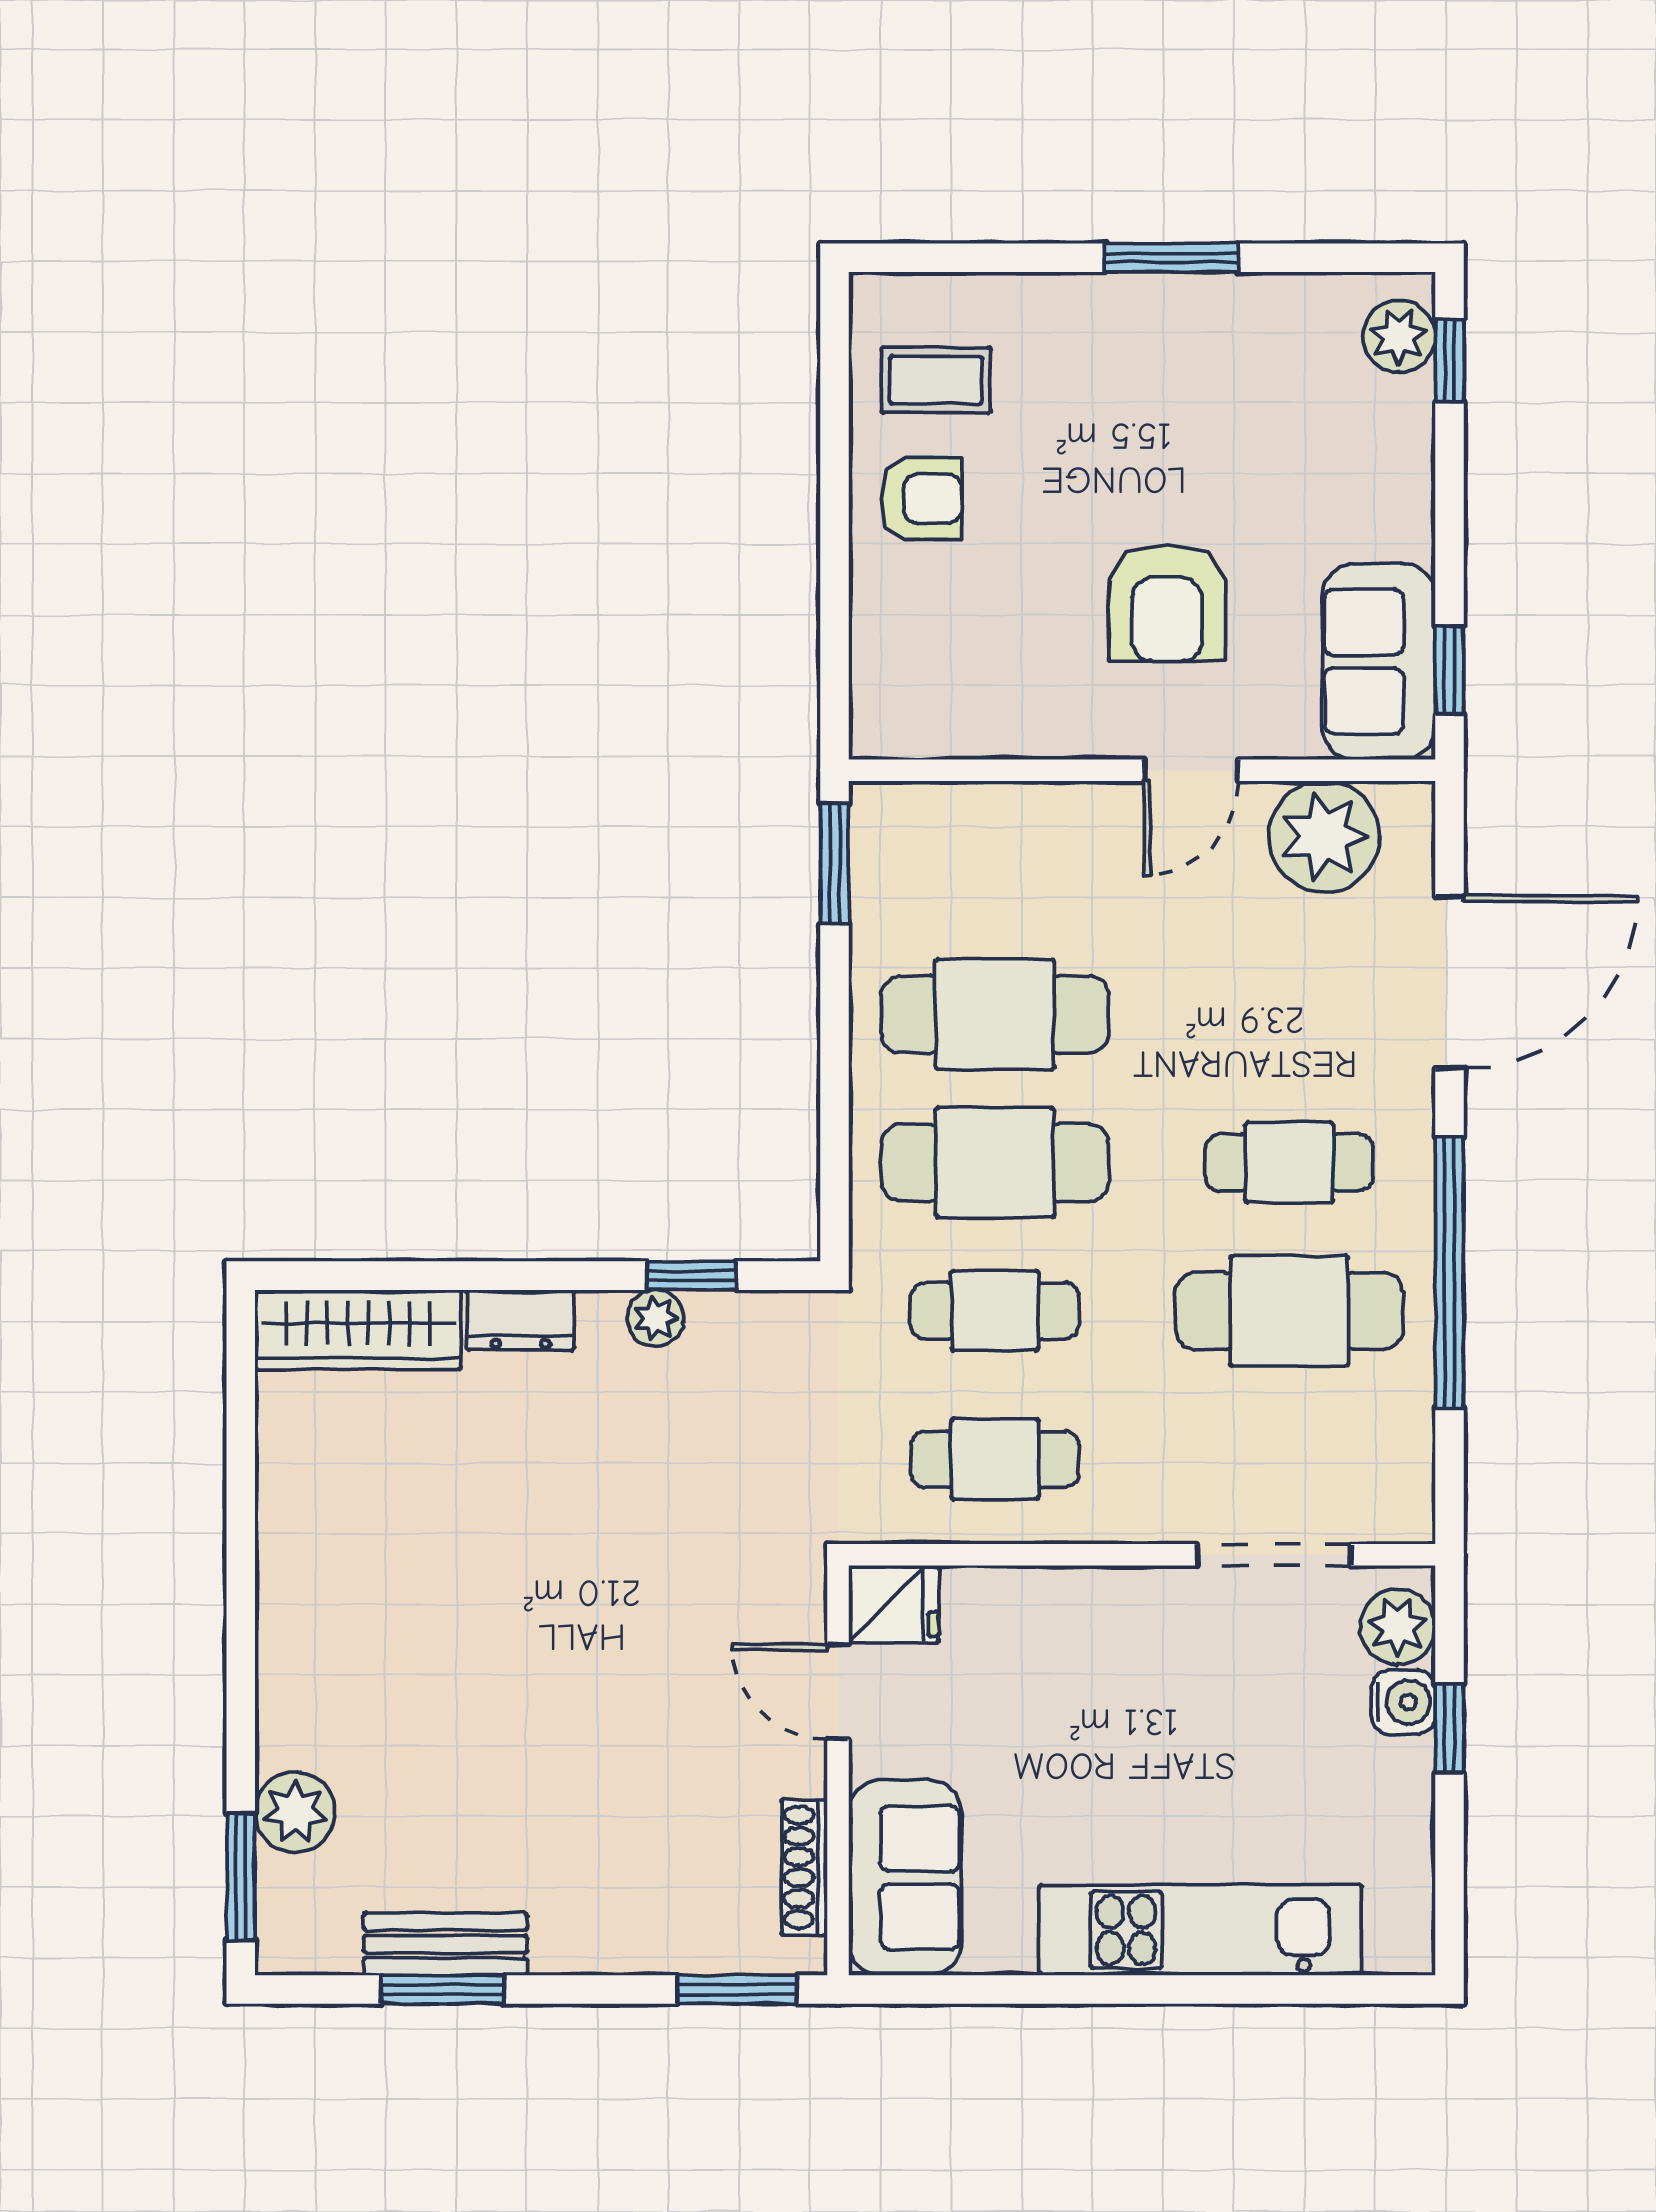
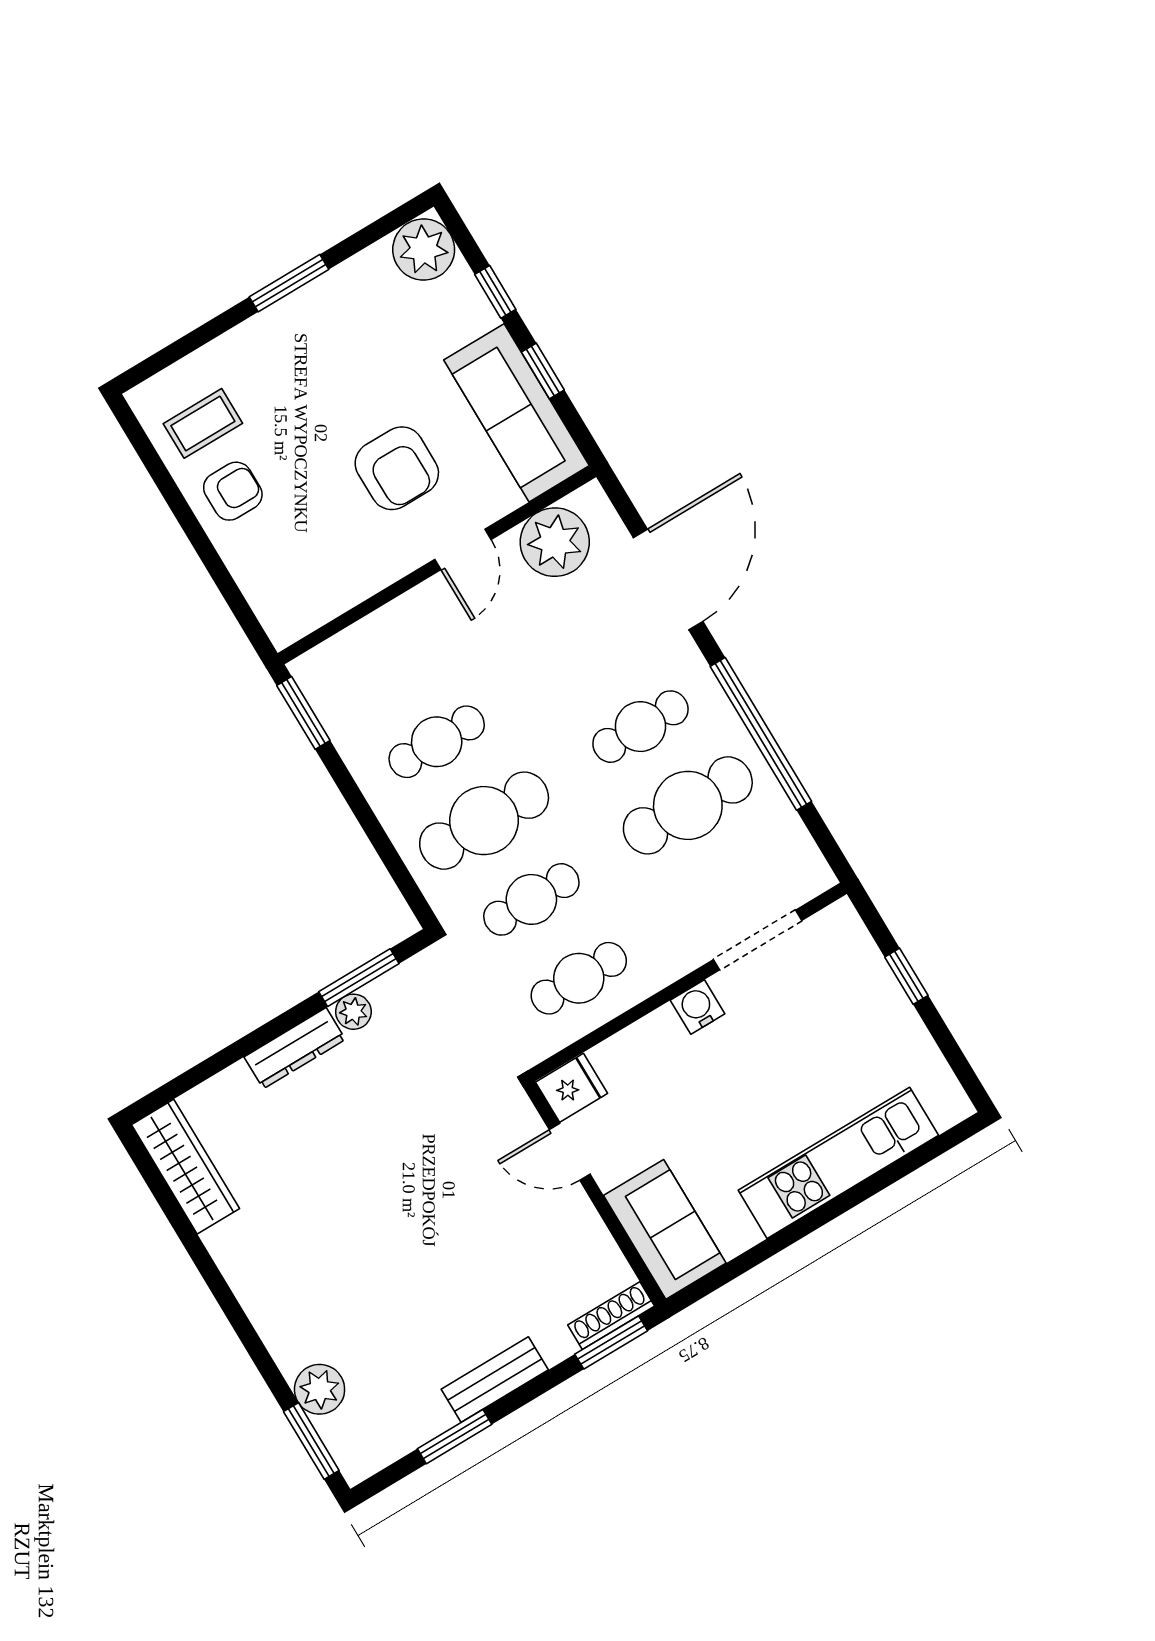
plant: (1399, 336) -> (424, 249), width x1.36, depth x1.36
window: (1450, 361) -> (495, 292), moved
sofa: (1379, 661) -> (517, 413), width x1.36
window: (1450, 670) -> (543, 371), moved
cafe table: (995, 1014) -> (437, 742), width x0.73, depth x0.74
window: (691, 1276) -> (359, 978), width x1.50
dresser: (521, 1320) -> (295, 1048), width x1.44
wardrobe: (358, 1330) -> (185, 1167), moved, turned -90
plant: (1398, 1627) -> (846, 939), removed
water cooler: (1403, 1702) -> (698, 1007), moved, turned -90
shoe rack: (804, 1867) -> (611, 1316), moved, turned 90
bench: (445, 1944) -> (495, 1380), moved

